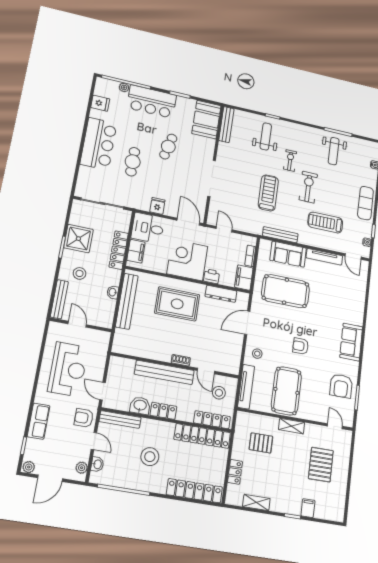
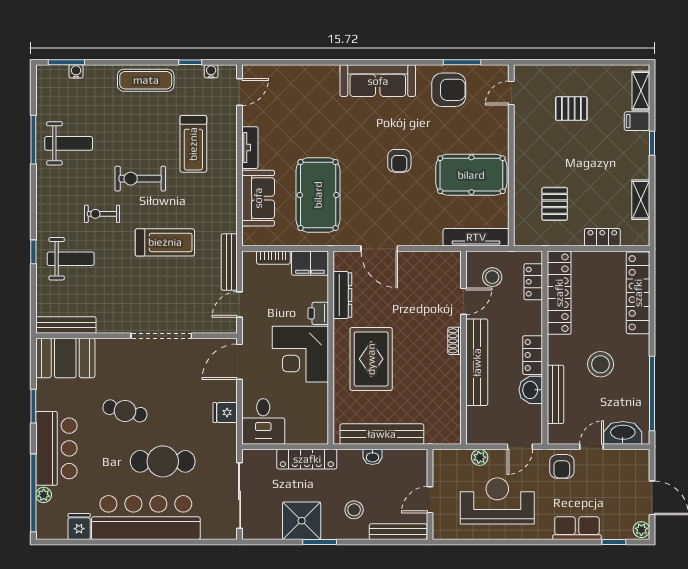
weight bench: (266, 136) -> (71, 259), turned 180
bar counter: (99, 144) -> (146, 518), width x1.36
cafe table: (133, 162) -> (163, 461), width x1.37, depth x1.35
treadmill: (268, 193) -> (165, 242), turned 180
bench: (280, 235) -> (229, 262), moved
filing cabinet: (136, 251) -> (303, 433), removed
tv unit: (324, 257) -> (250, 148), width x0.71
sofa: (351, 342) -> (378, 81), width x1.36
stool: (257, 354) -> (423, 227), removed
bench: (120, 419) -> (555, 394), moved
locker: (212, 420) -> (533, 282), width x0.66
shelving: (292, 426) -> (641, 91), moved
washbasin: (97, 464) -> (623, 433), width x1.91, depth x1.45
pallet: (321, 465) -> (571, 109), width x0.67, depth x0.71
plant: (82, 468) -> (480, 457), moved

